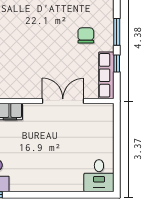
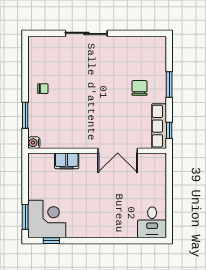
window: (117, 63) -> (169, 130), moved
double door: (63, 101) -> (118, 151), swing flipped

